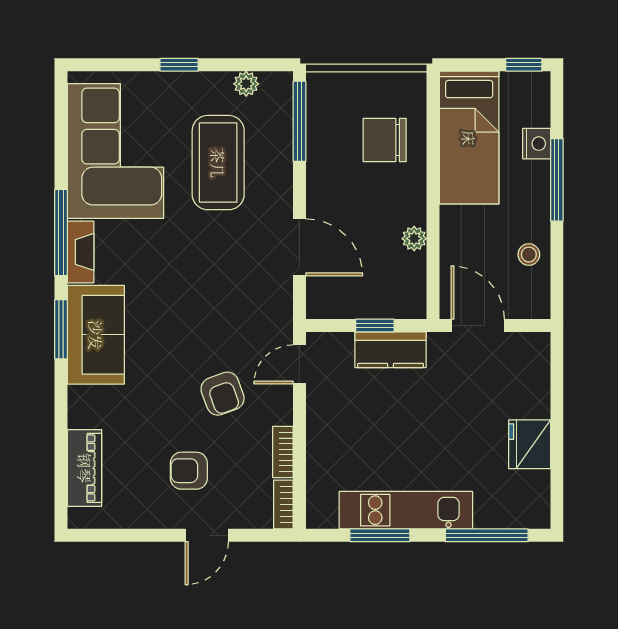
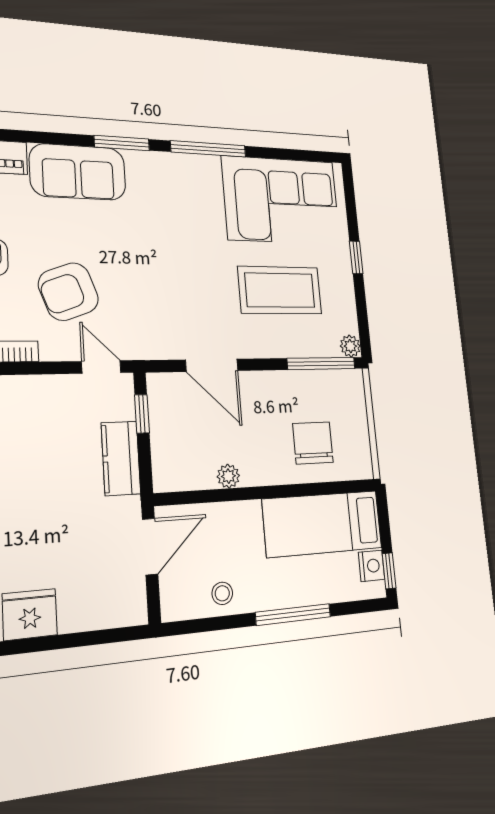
plant: (246, 84) -> (350, 346), moved
nightstand: (537, 144) -> (371, 566), moved, turned -90
door: (299, 247) -> (212, 365), hinge flipped
fireplace: (81, 252) -> (193, 165), removed
window: (375, 325) -> (142, 414), moved
sofa: (96, 335) -> (78, 172), moved
armchair: (223, 394) -> (68, 292), width x1.38, depth x1.38

